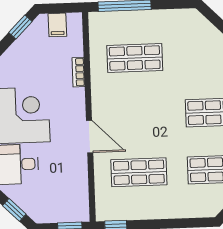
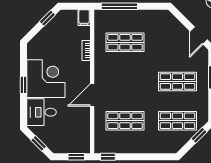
filing cabinet: (57, 25) -> (84, 18), moved
door: (90, 137) -> (92, 95), swing flipped

